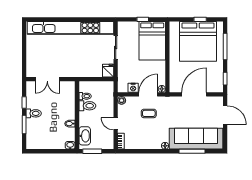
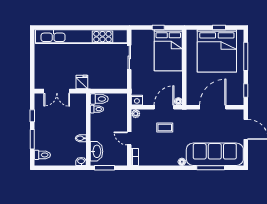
fridge: (108, 71) -> (82, 82), moved
nightstand: (133, 88) -> (137, 100), moved
toilet: (87, 106) -> (99, 99), moved
toilet: (34, 113) -> (42, 155), moved

